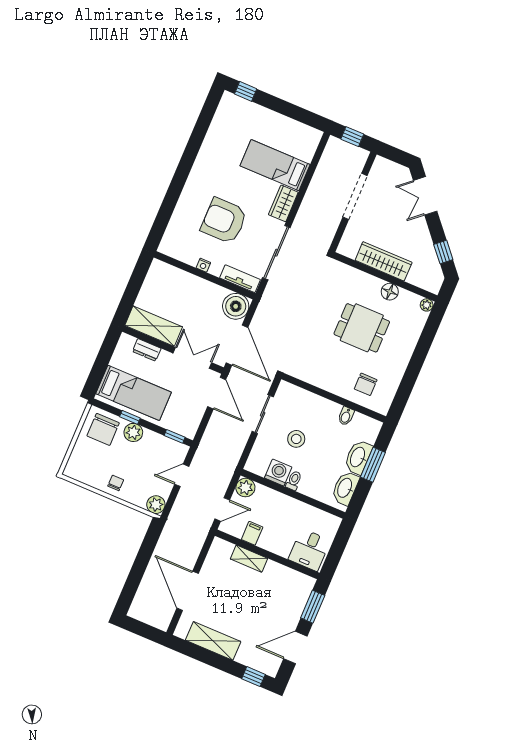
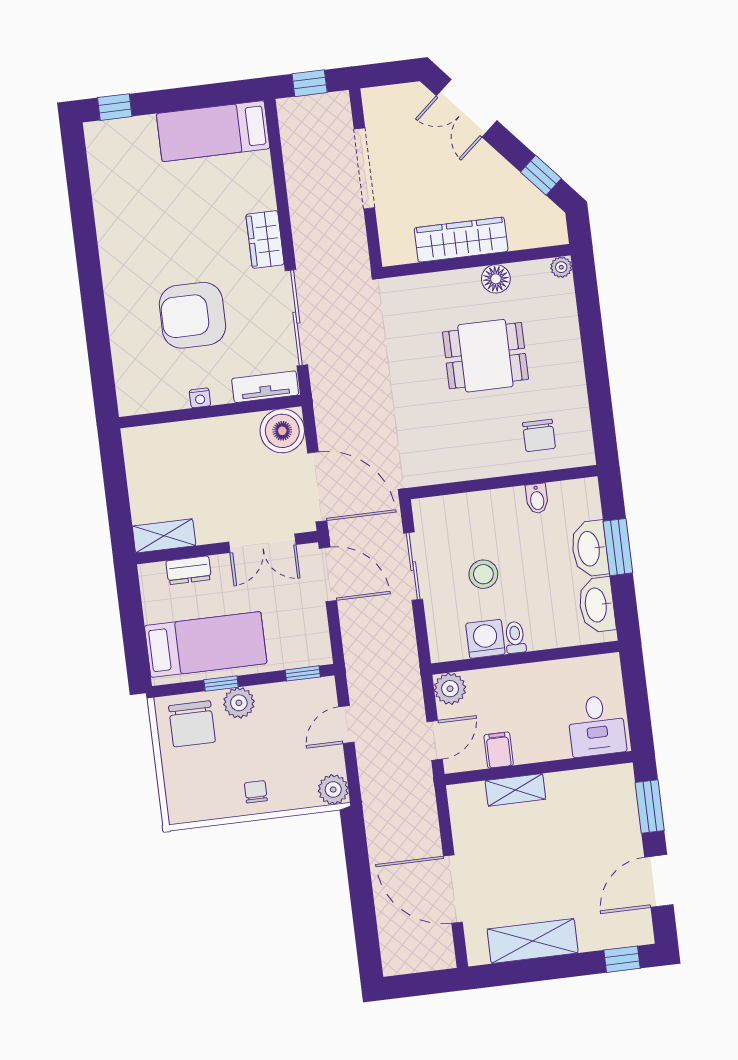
bed: (275, 165) -> (213, 131), moved
shelving: (154, 326) -> (164, 536), width x0.67, depth x0.75
double door: (192, 358) -> (262, 543), swing flipped

